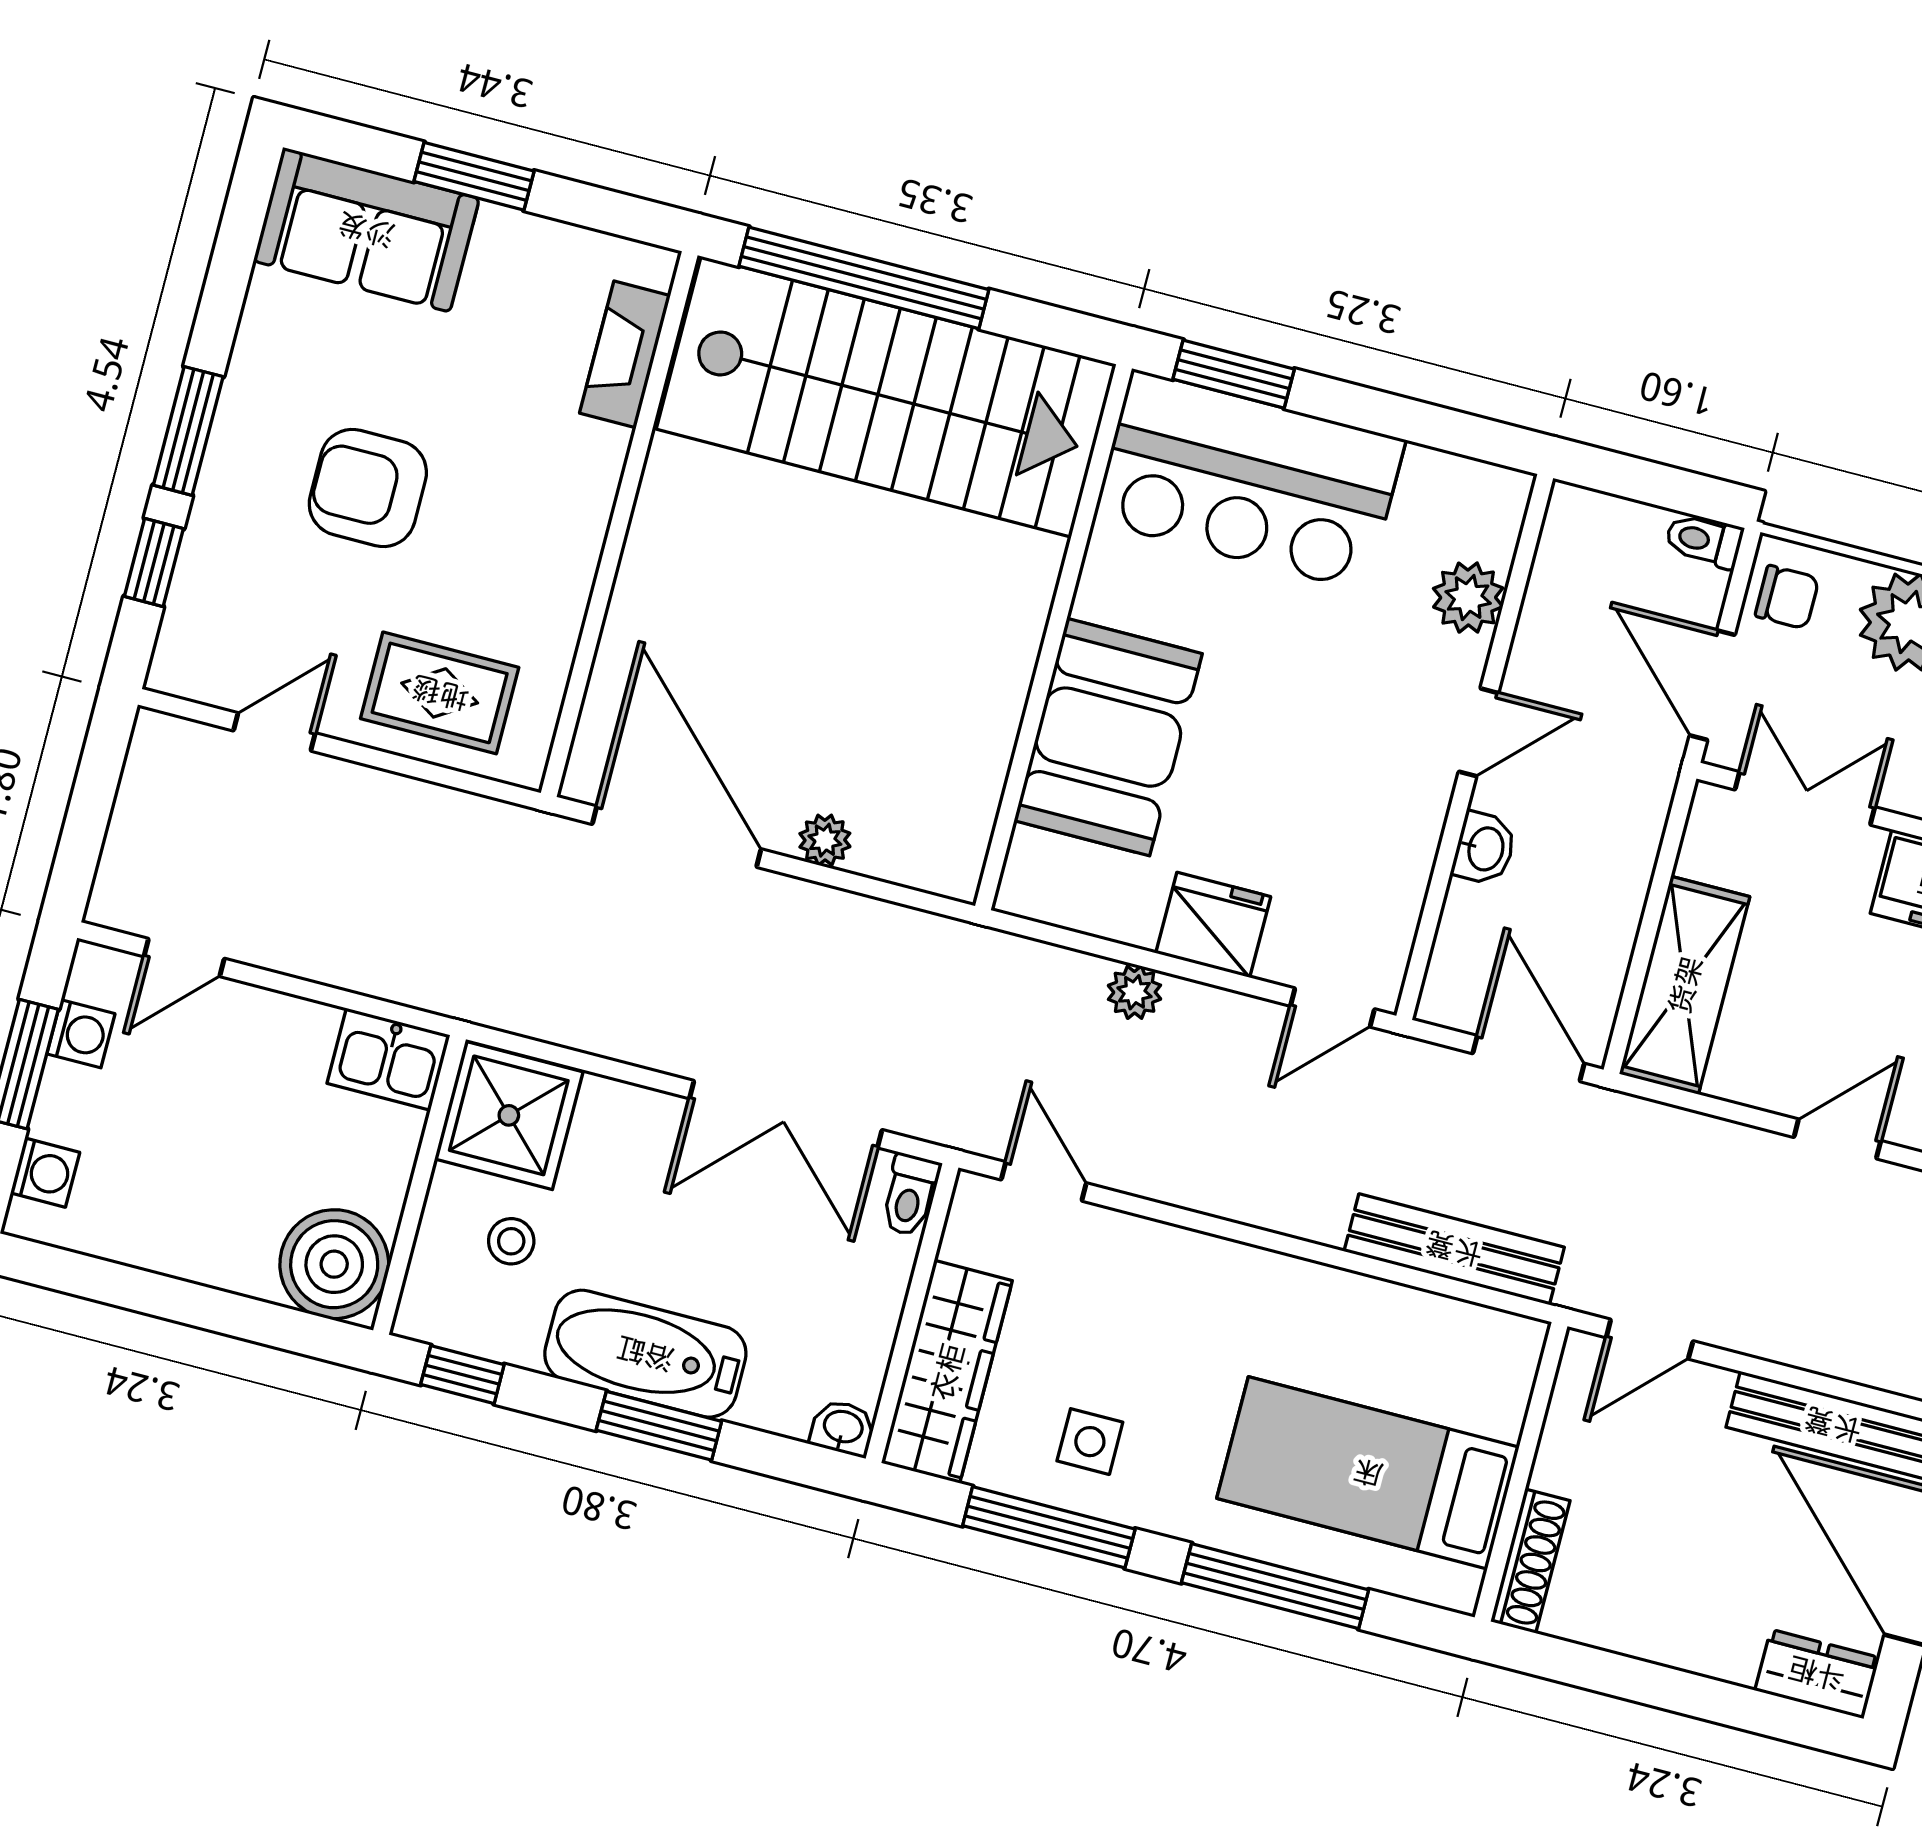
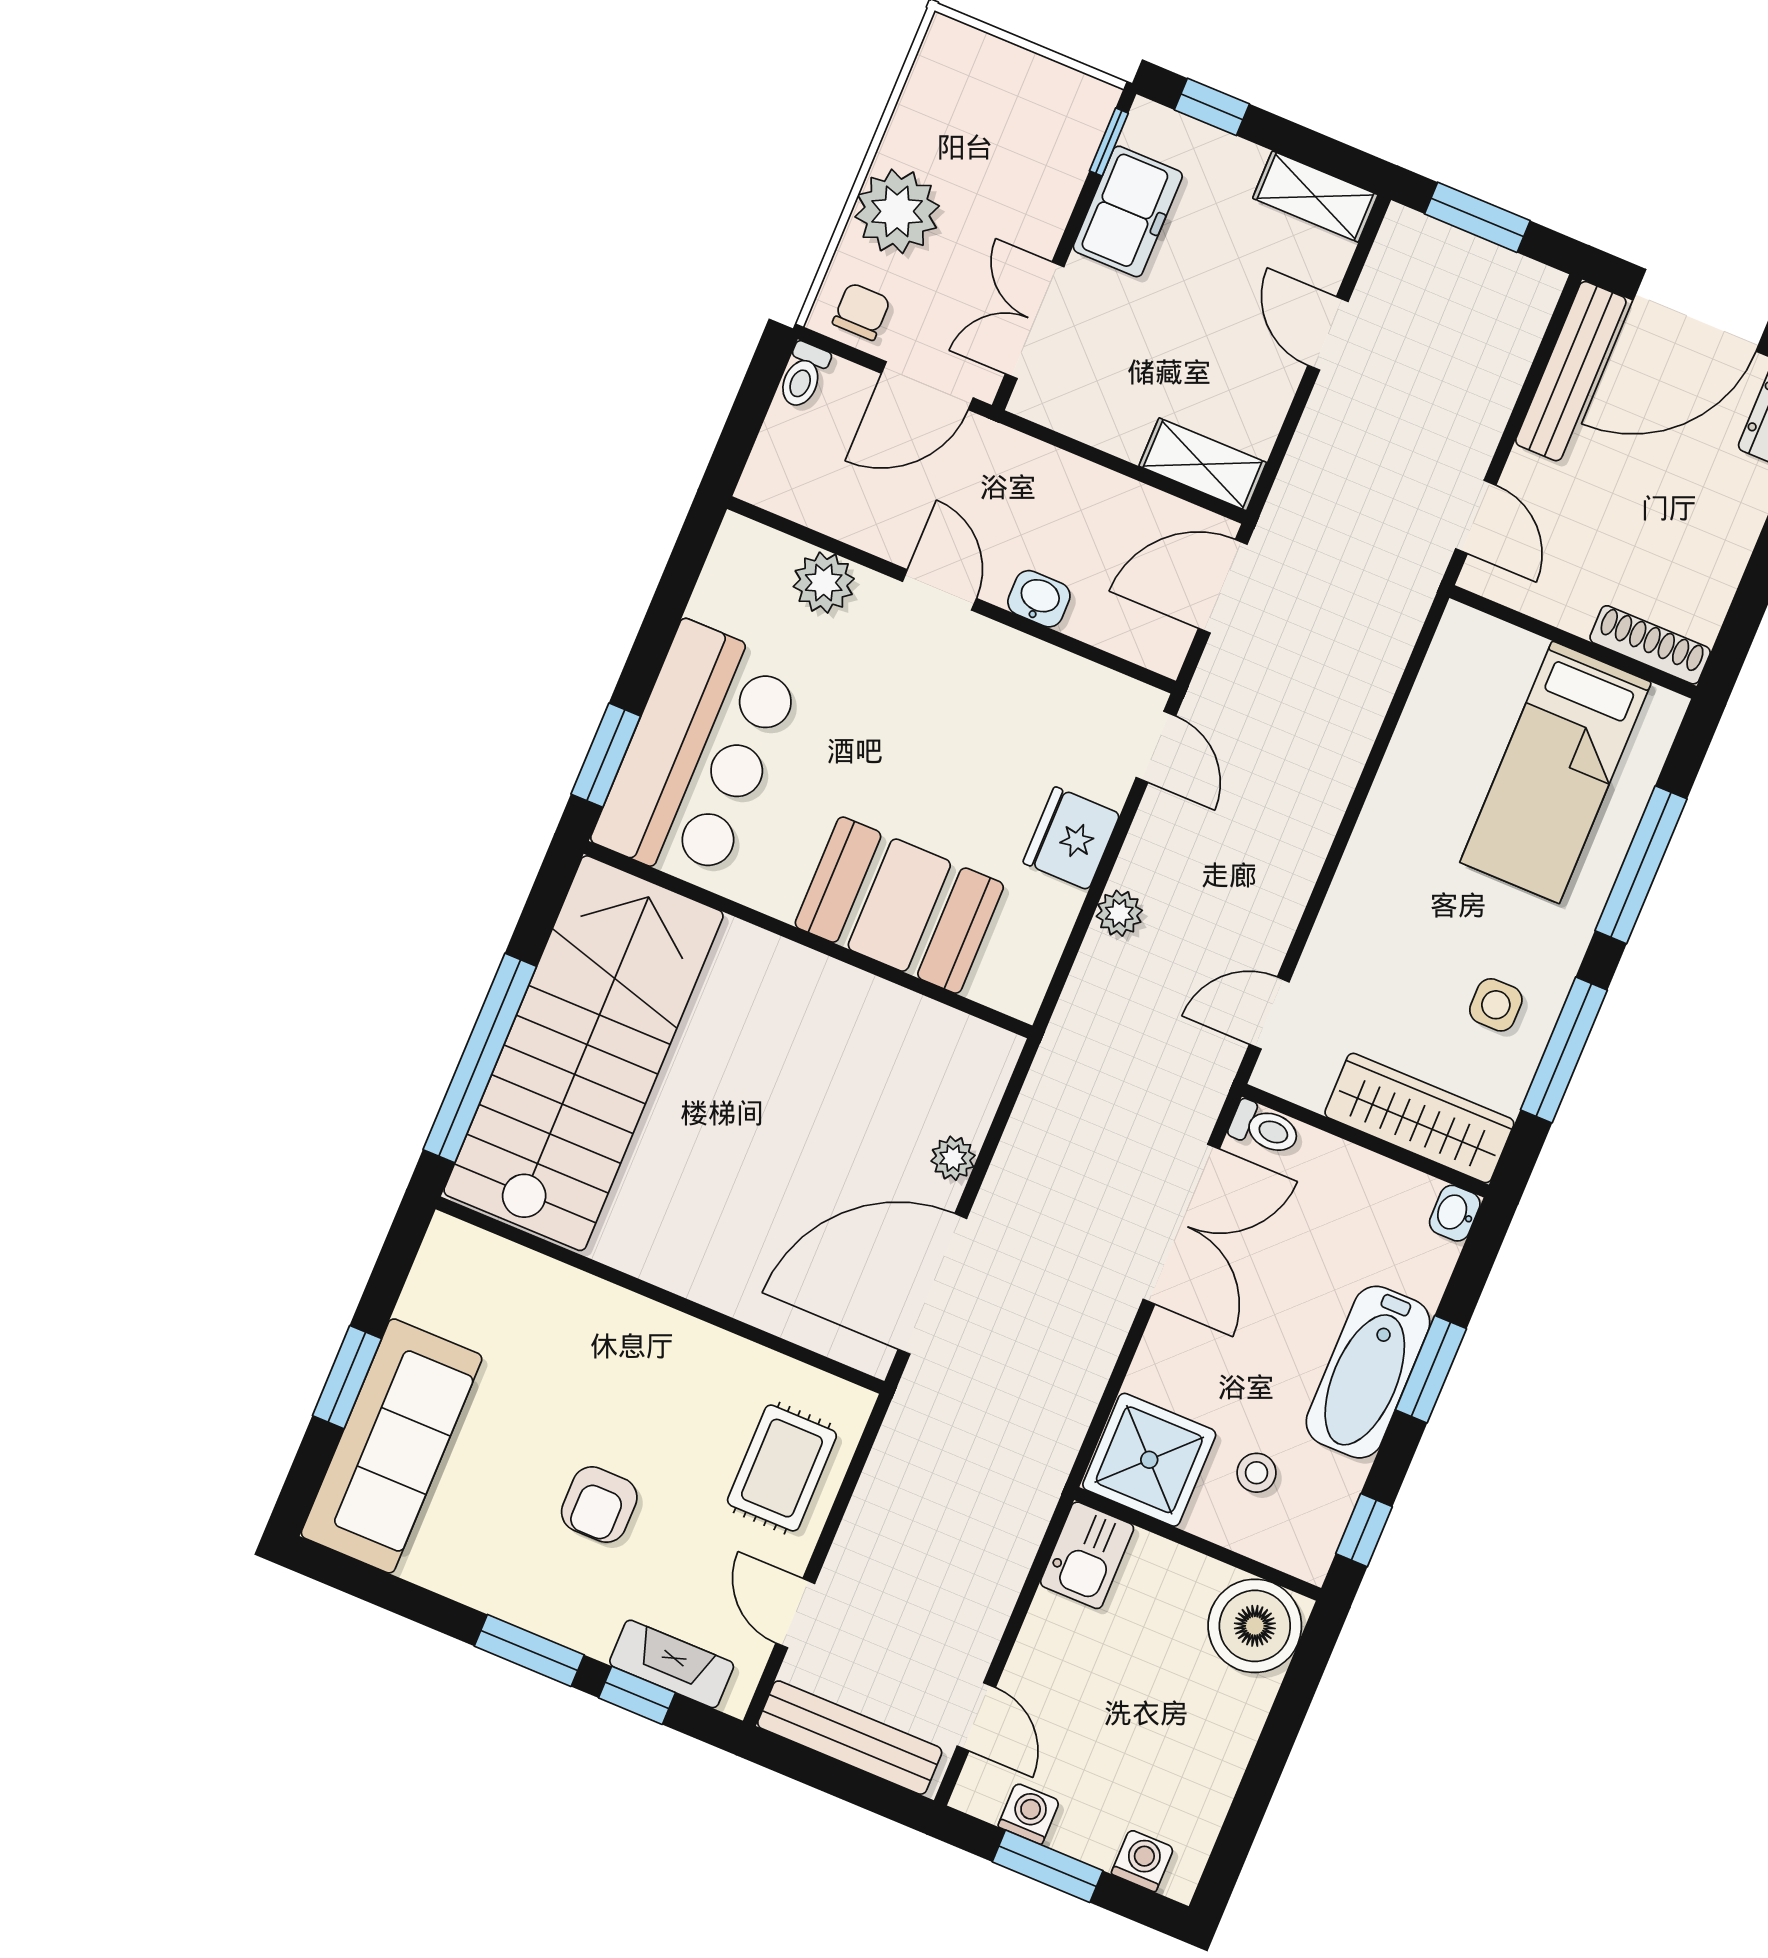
sofa: (366, 230) -> (392, 1446), width x1.36
fireplace: (625, 354) -> (672, 1664), moved, turned 180
armchair: (368, 488) -> (599, 1505), width x0.72, depth x0.72
shelving: (1685, 985) -> (1203, 464), width x0.67, depth x0.75
bench: (1454, 1249) -> (850, 1738), moved, turned 90

